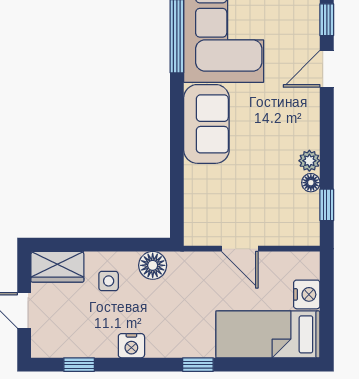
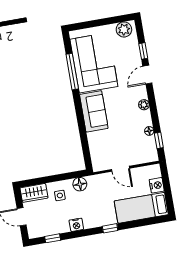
plant: (309, 161) -> (144, 105), moved

